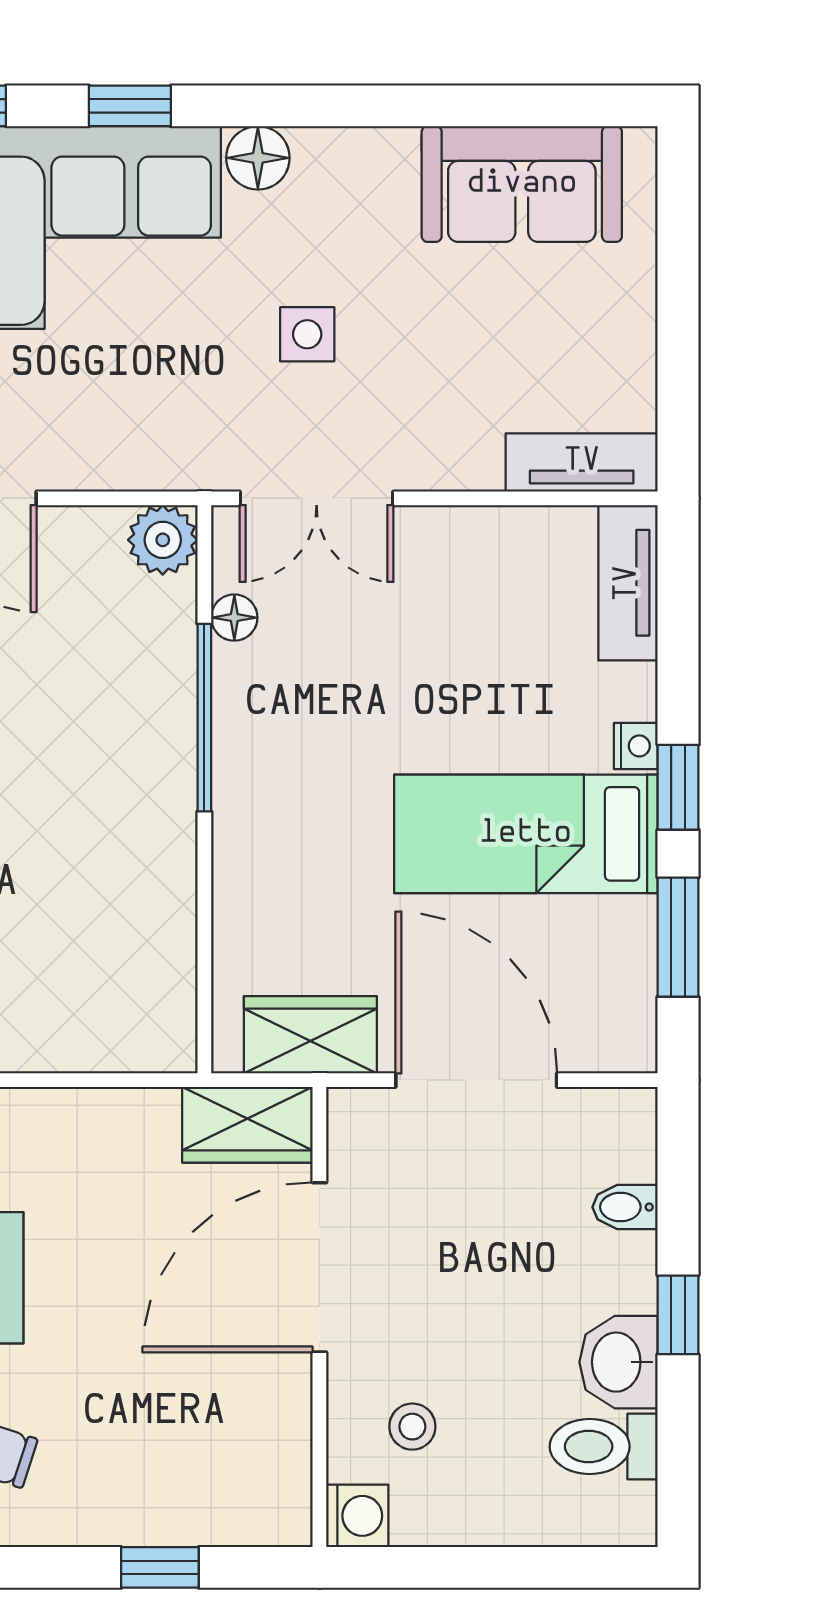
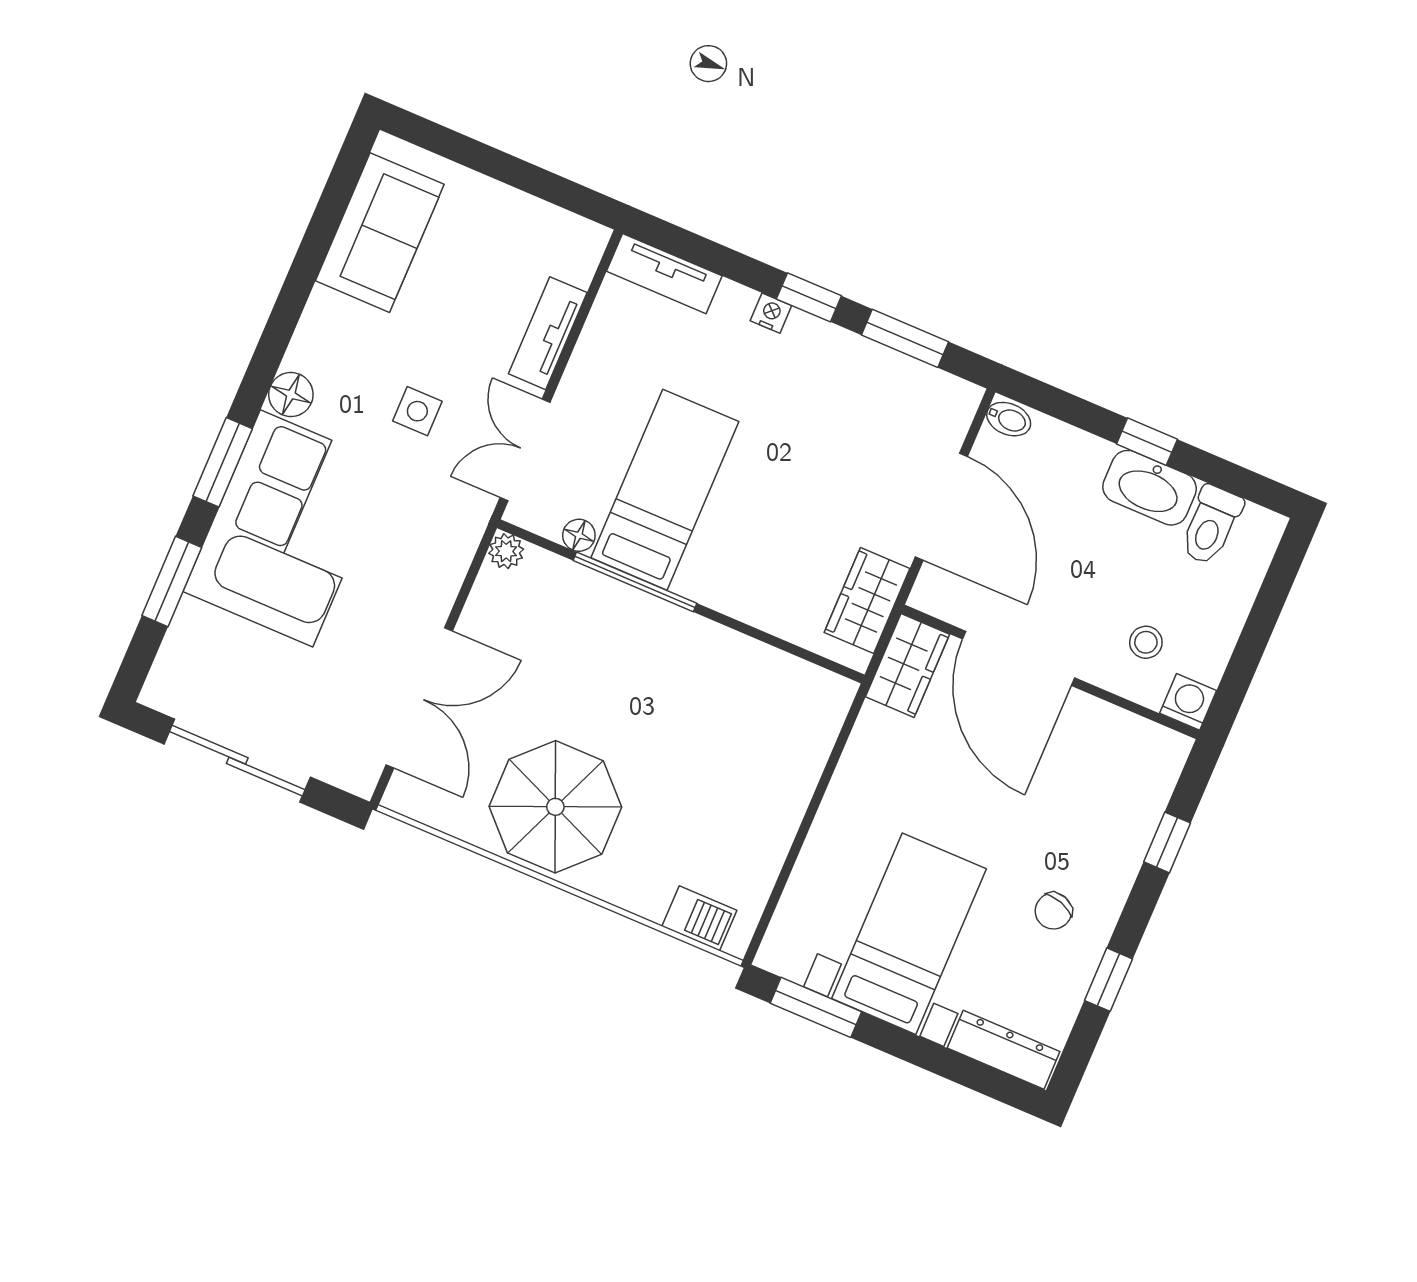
window: (130, 106) -> (223, 462), width x1.50
tv unit: (582, 462) -> (548, 333), moved
double door: (317, 498) -> (525, 450), swing flipped
plant: (163, 540) -> (506, 551), width x0.73, depth x0.73
bed: (526, 834) -> (665, 490), moved, turned 180
door: (476, 1080) -> (941, 507), swing flipped
bidet: (625, 1207) -> (1009, 419), moved, turned -90
washbasin: (619, 1362) -> (1150, 488), width x1.38

